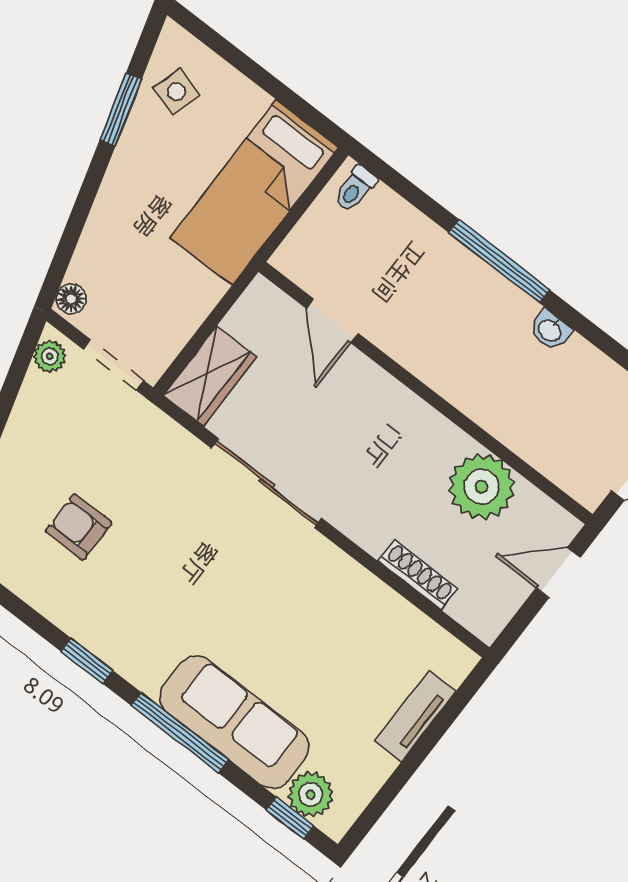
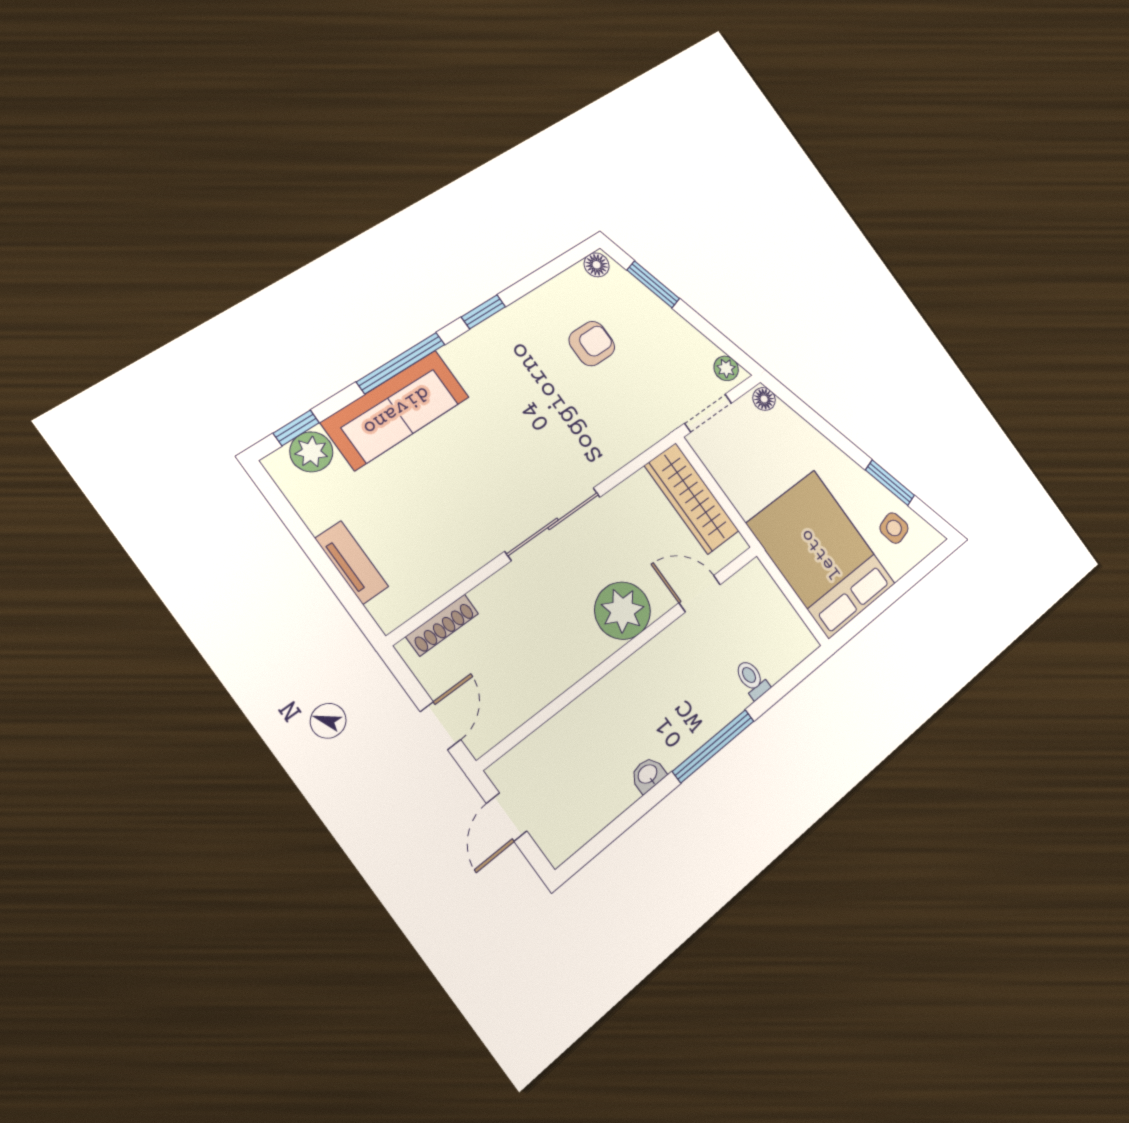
side table: (176, 92) -> (894, 528), turned -30
toilet: (355, 189) -> (752, 679), moved
bed: (254, 193) -> (821, 554), width x1.50
wardrobe: (210, 376) -> (692, 498), width x1.50
sliding door: (267, 483) -> (553, 524), moved
plant: (482, 487) -> (623, 611), moved
shoe rack: (418, 575) -> (442, 625), moved

